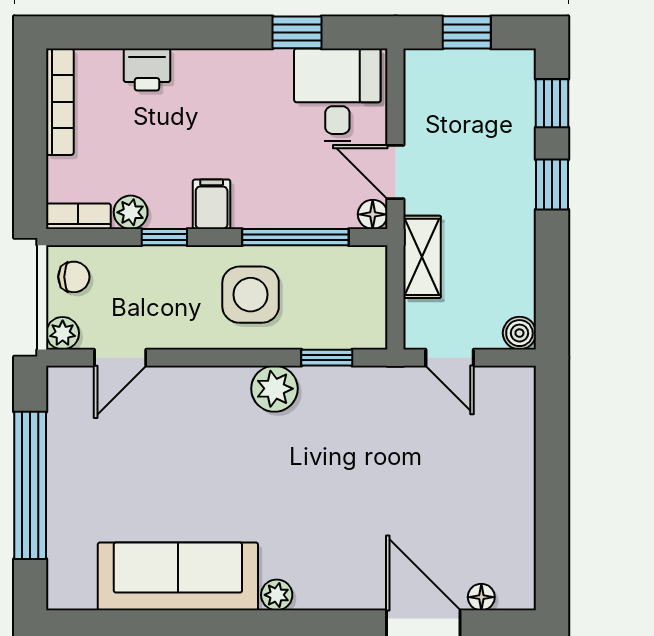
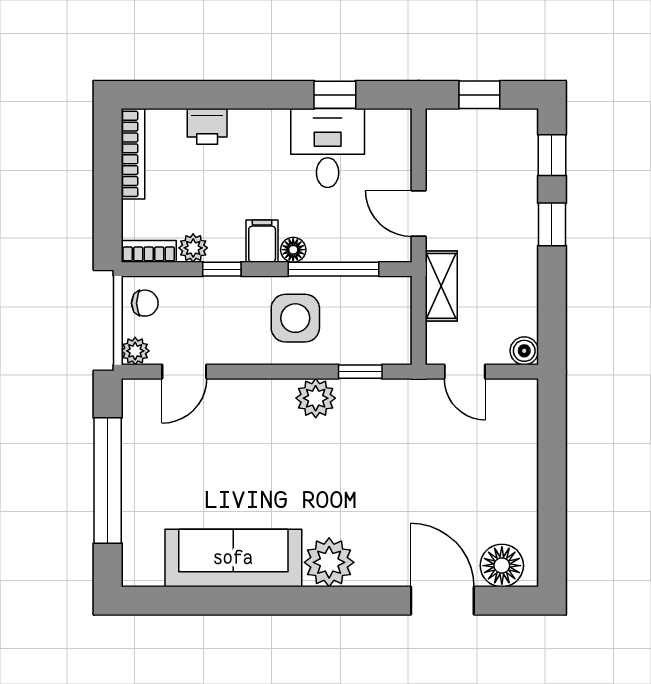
desk: (337, 95) -> (328, 148), moved
floor lamp: (373, 214) -> (293, 250), moved
plant: (277, 595) -> (329, 562), width x1.88, depth x1.88
floor lamp: (481, 597) -> (502, 566), width x1.89, depth x1.89

